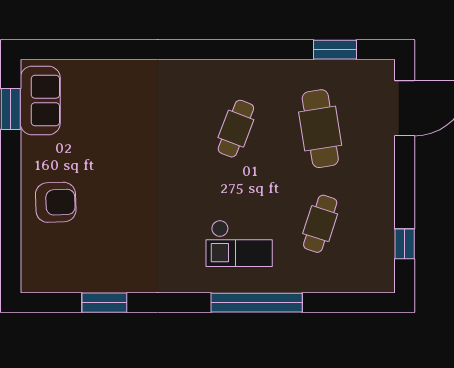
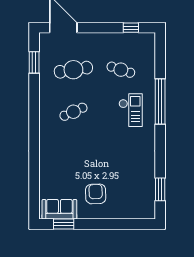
cafe table: (236, 129) -> (73, 112), turned -45
armchair: (56, 202) -> (96, 194), moved
window: (104, 303) -> (160, 189), moved

